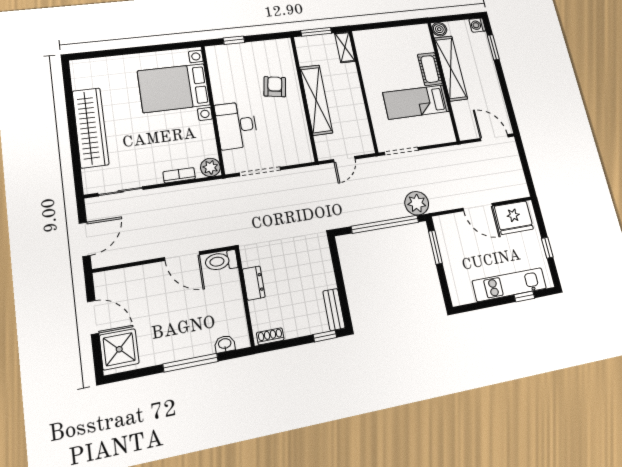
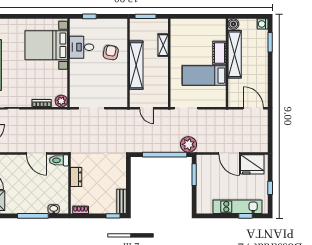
shelving: (345, 47) -> (163, 45), moved
desk: (236, 125) -> (82, 47), moved, width x0.73
door: (344, 159) -> (147, 108), hinge flipped

